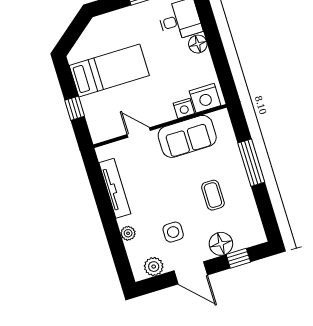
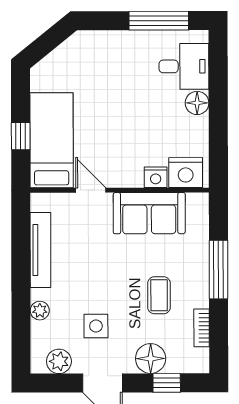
bed: (109, 70) -> (52, 140), moved, turned -90
bookcase: (252, 210) -> (202, 328), added

